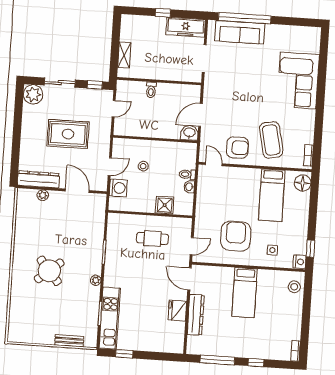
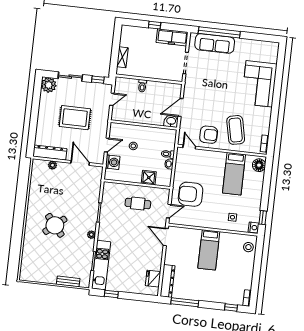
armchair: (236, 236) -> (191, 194), moved, turned -90
fridge: (177, 310) -> (153, 279), moved
dresser: (196, 315) -> (168, 281), moved
window: (256, 363) -> (231, 308), moved

